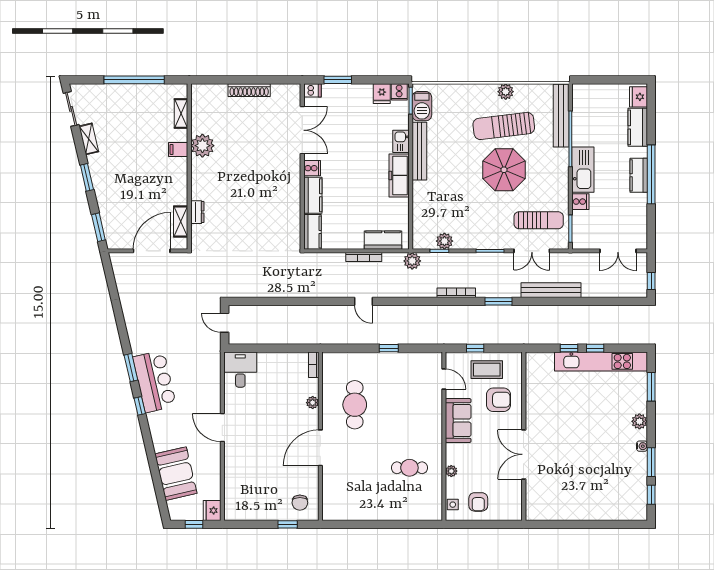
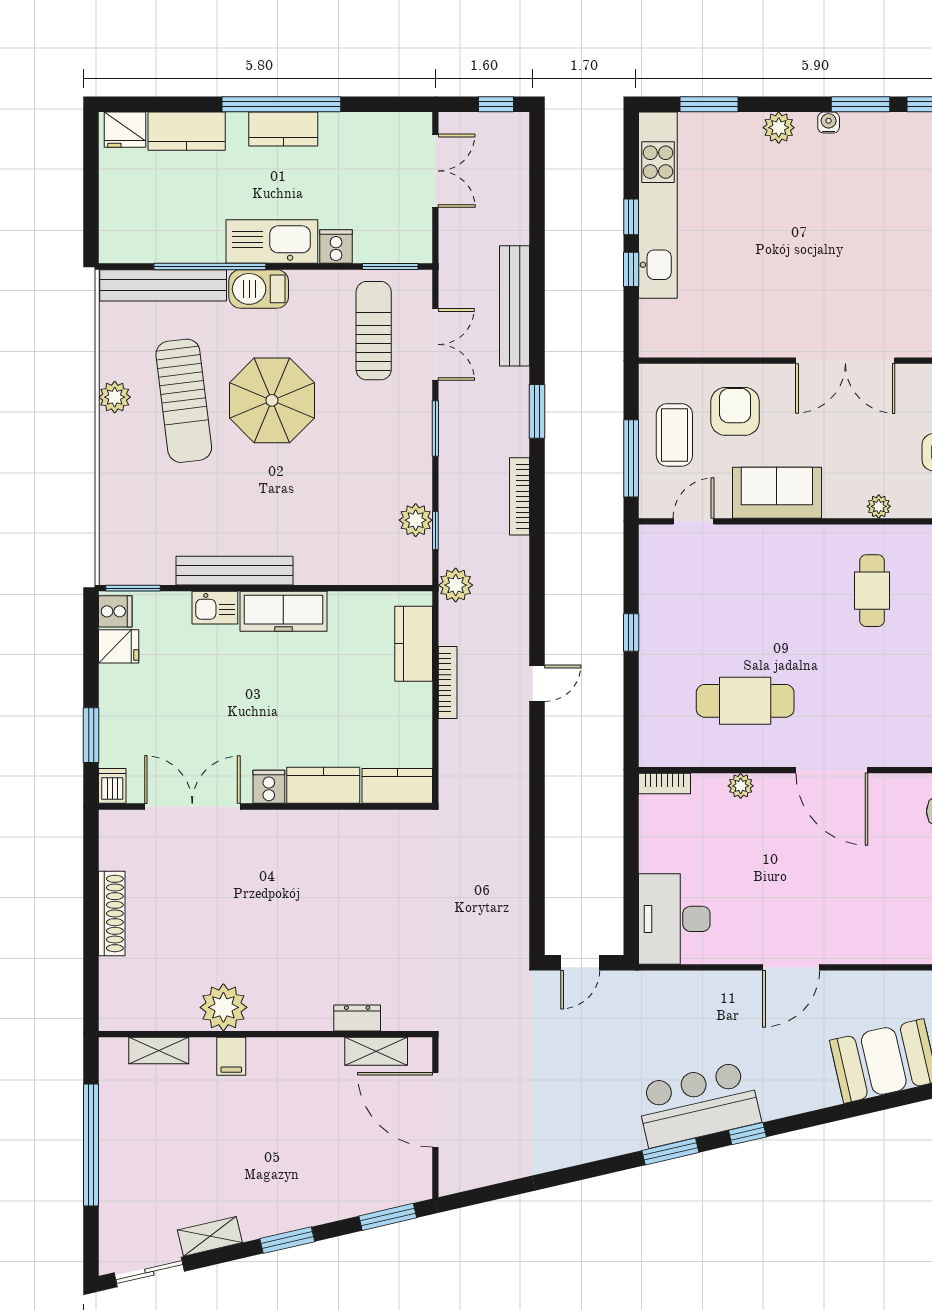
barbecue: (422, 106) -> (259, 289), moved, turned 180
window: (475, 348) -> (631, 458), width x2.17
desk: (240, 370) -> (674, 919), width x1.37

